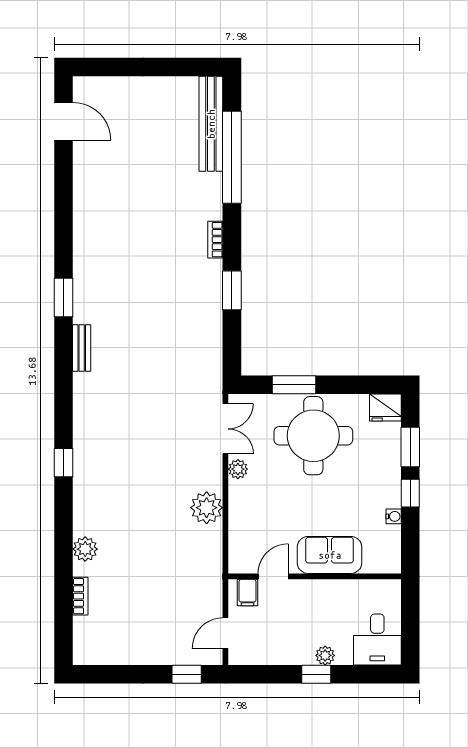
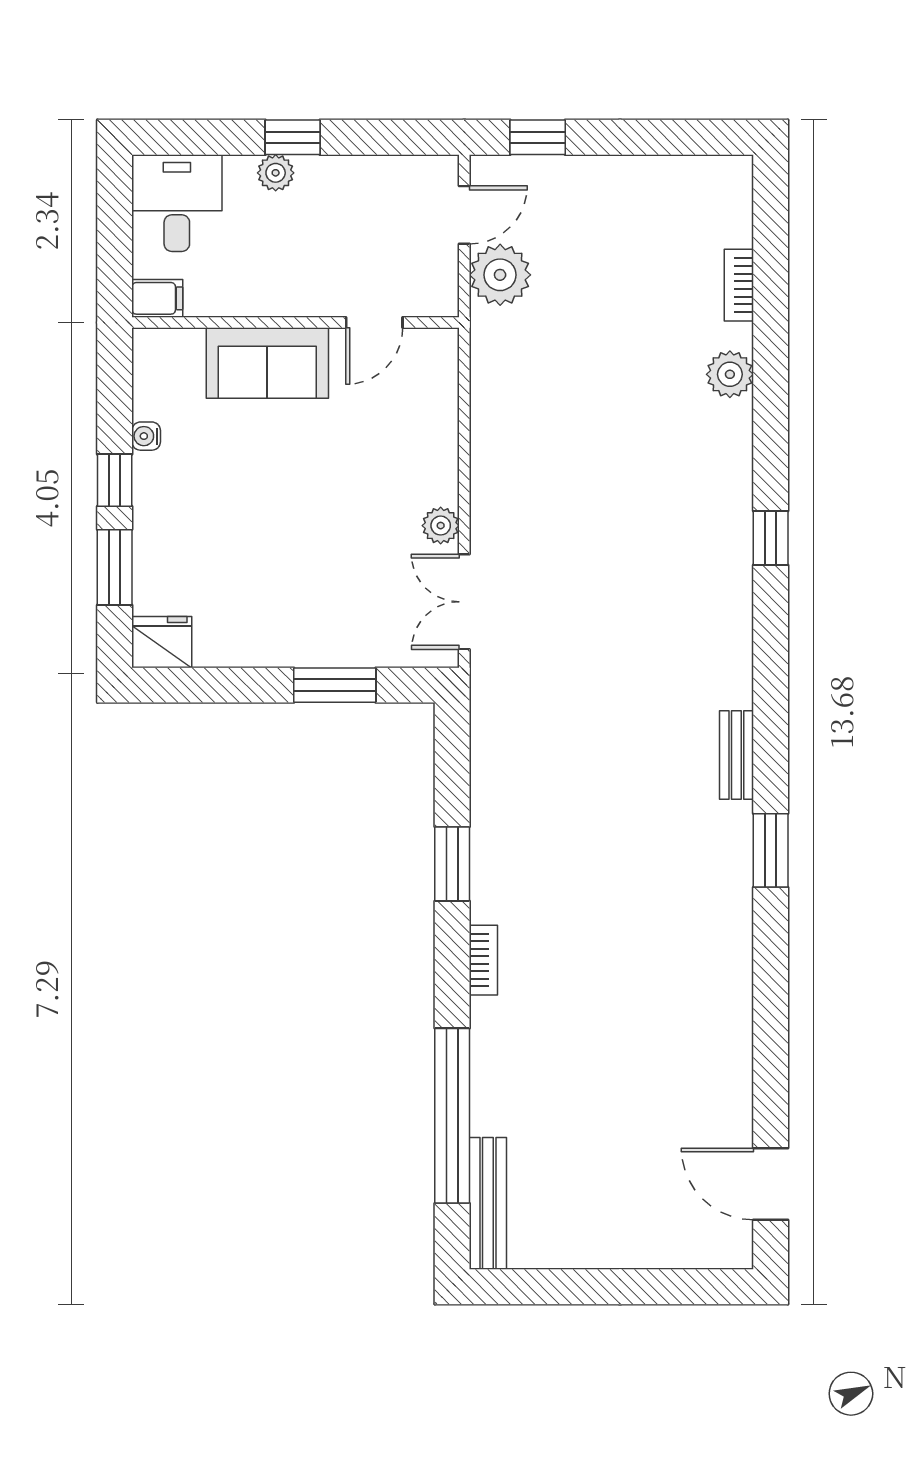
bench: (211, 124) -> (488, 1203), width x0.73, depth x0.82
round table: (313, 436) -> (298, 589), removed
plant: (207, 508) -> (500, 275), moved
filing cabinet: (248, 593) -> (157, 298), moved, turned 90

